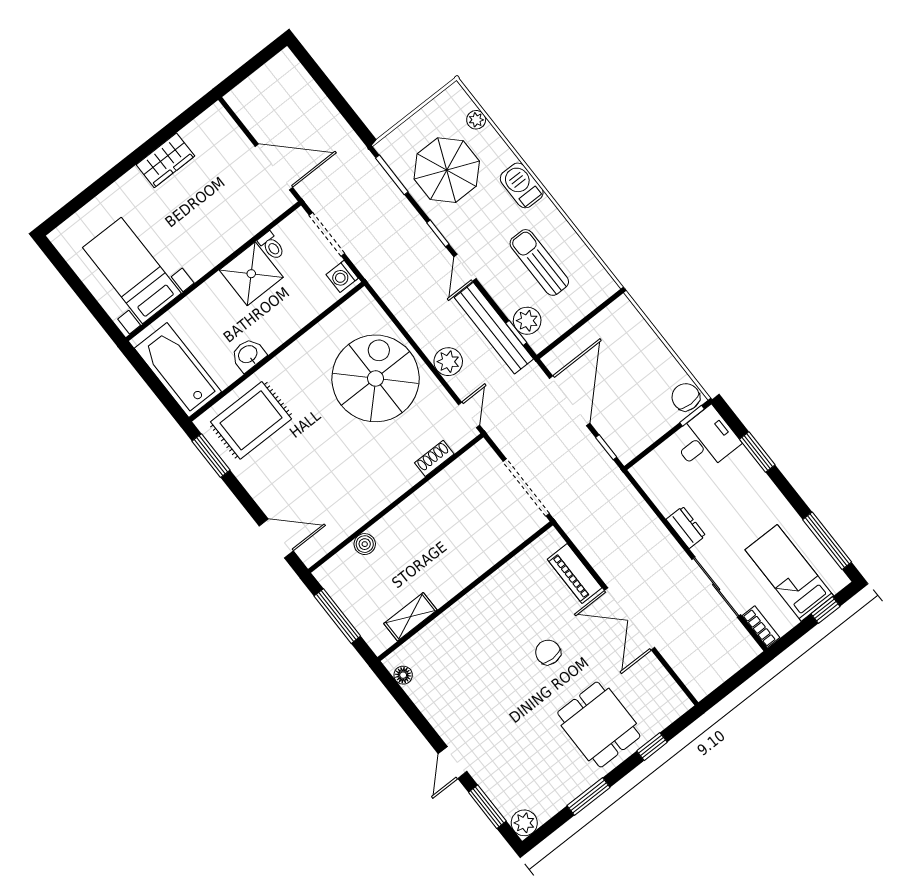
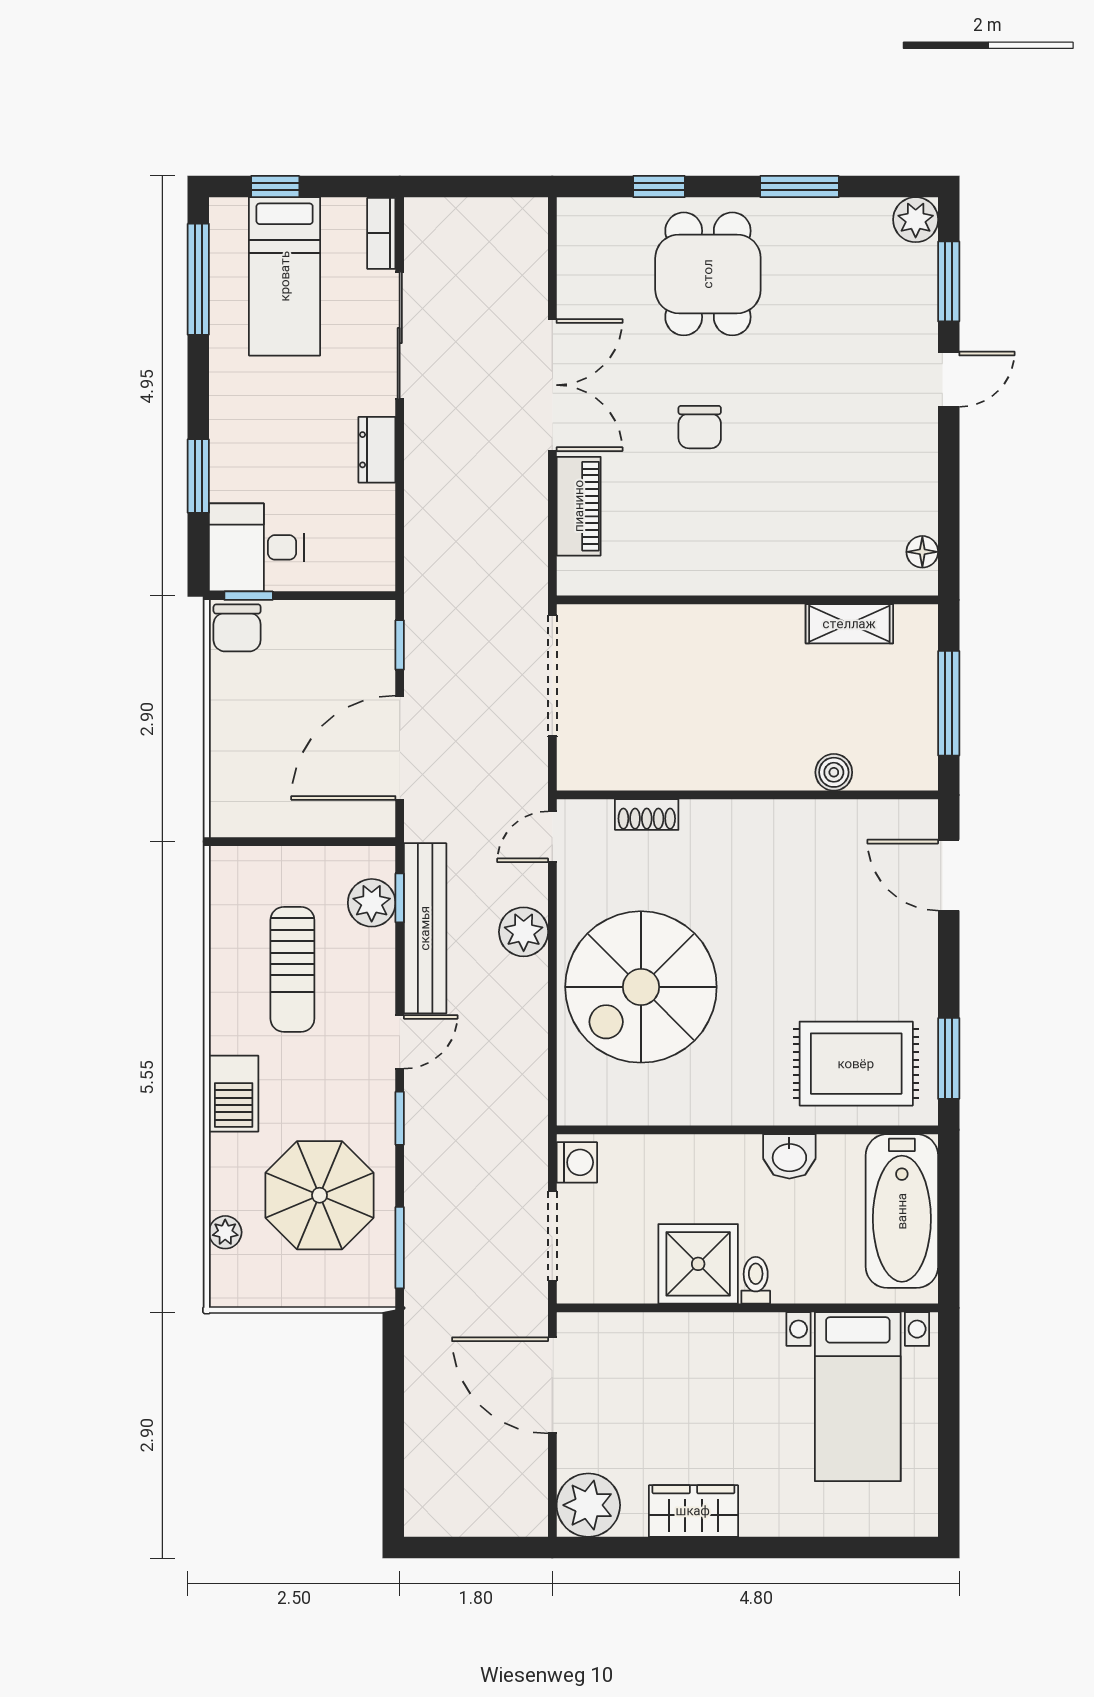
plant: (215, 126) -> (588, 1505), added
toilet: (271, 246) -> (756, 1280), moved

